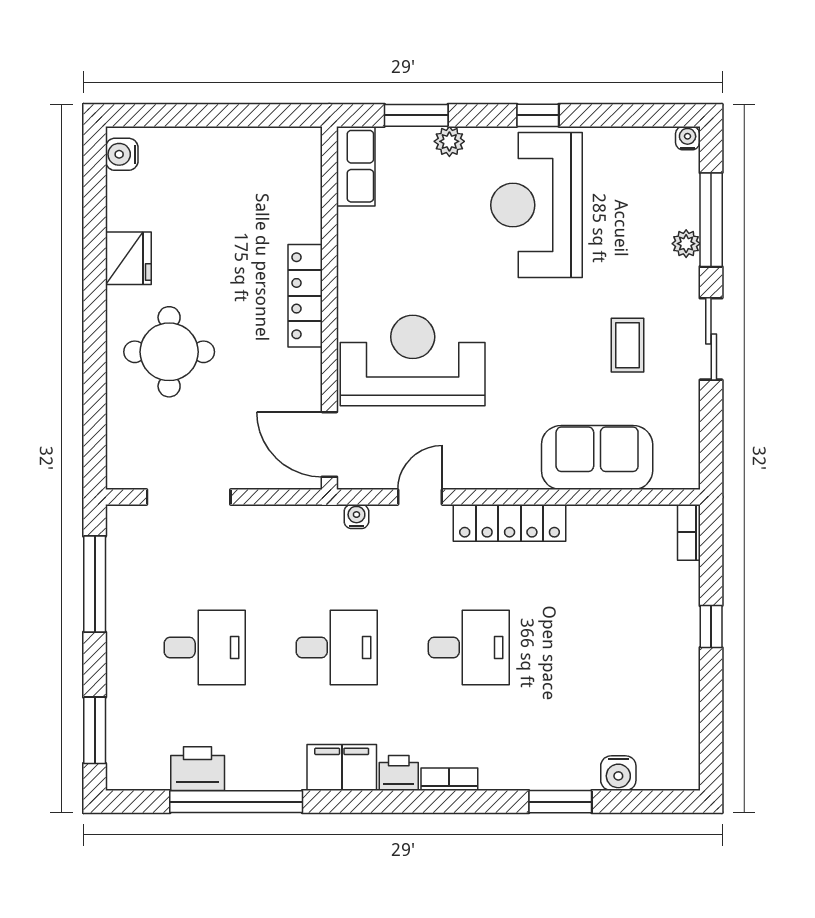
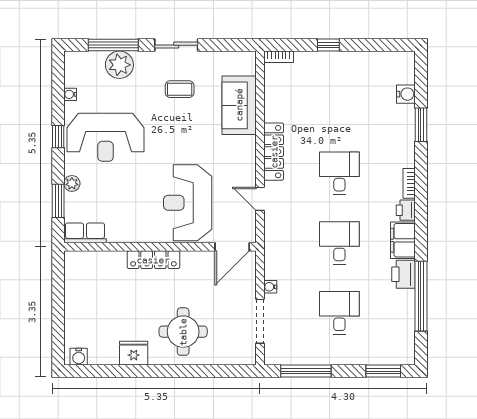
water cooler: (688, 138) -> (70, 94), moved
plant: (686, 244) -> (119, 65), width x1.88, depth x1.88
water cooler: (356, 516) -> (270, 287), moved
printer: (198, 769) -> (403, 274), moved

